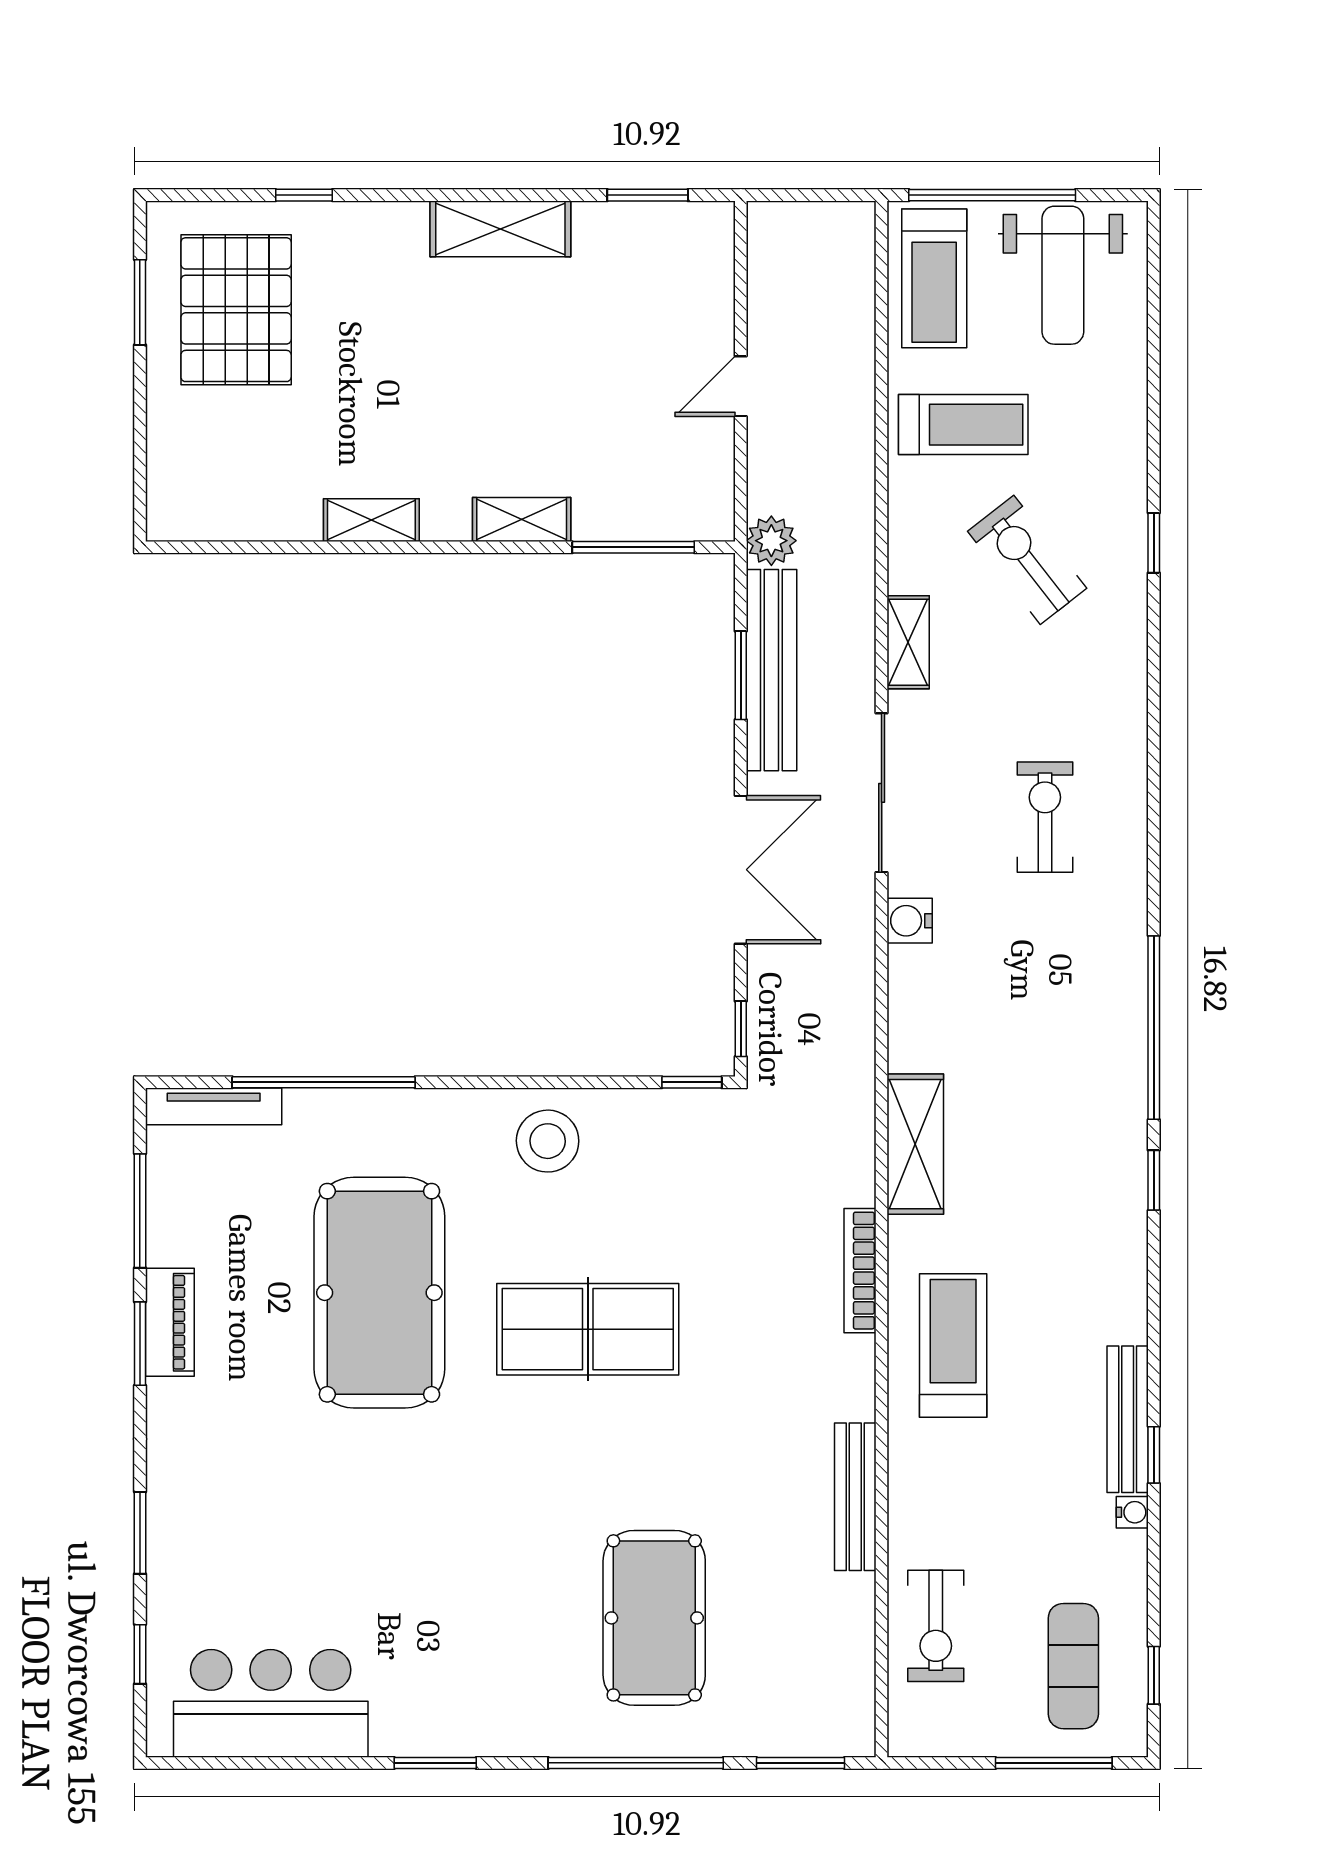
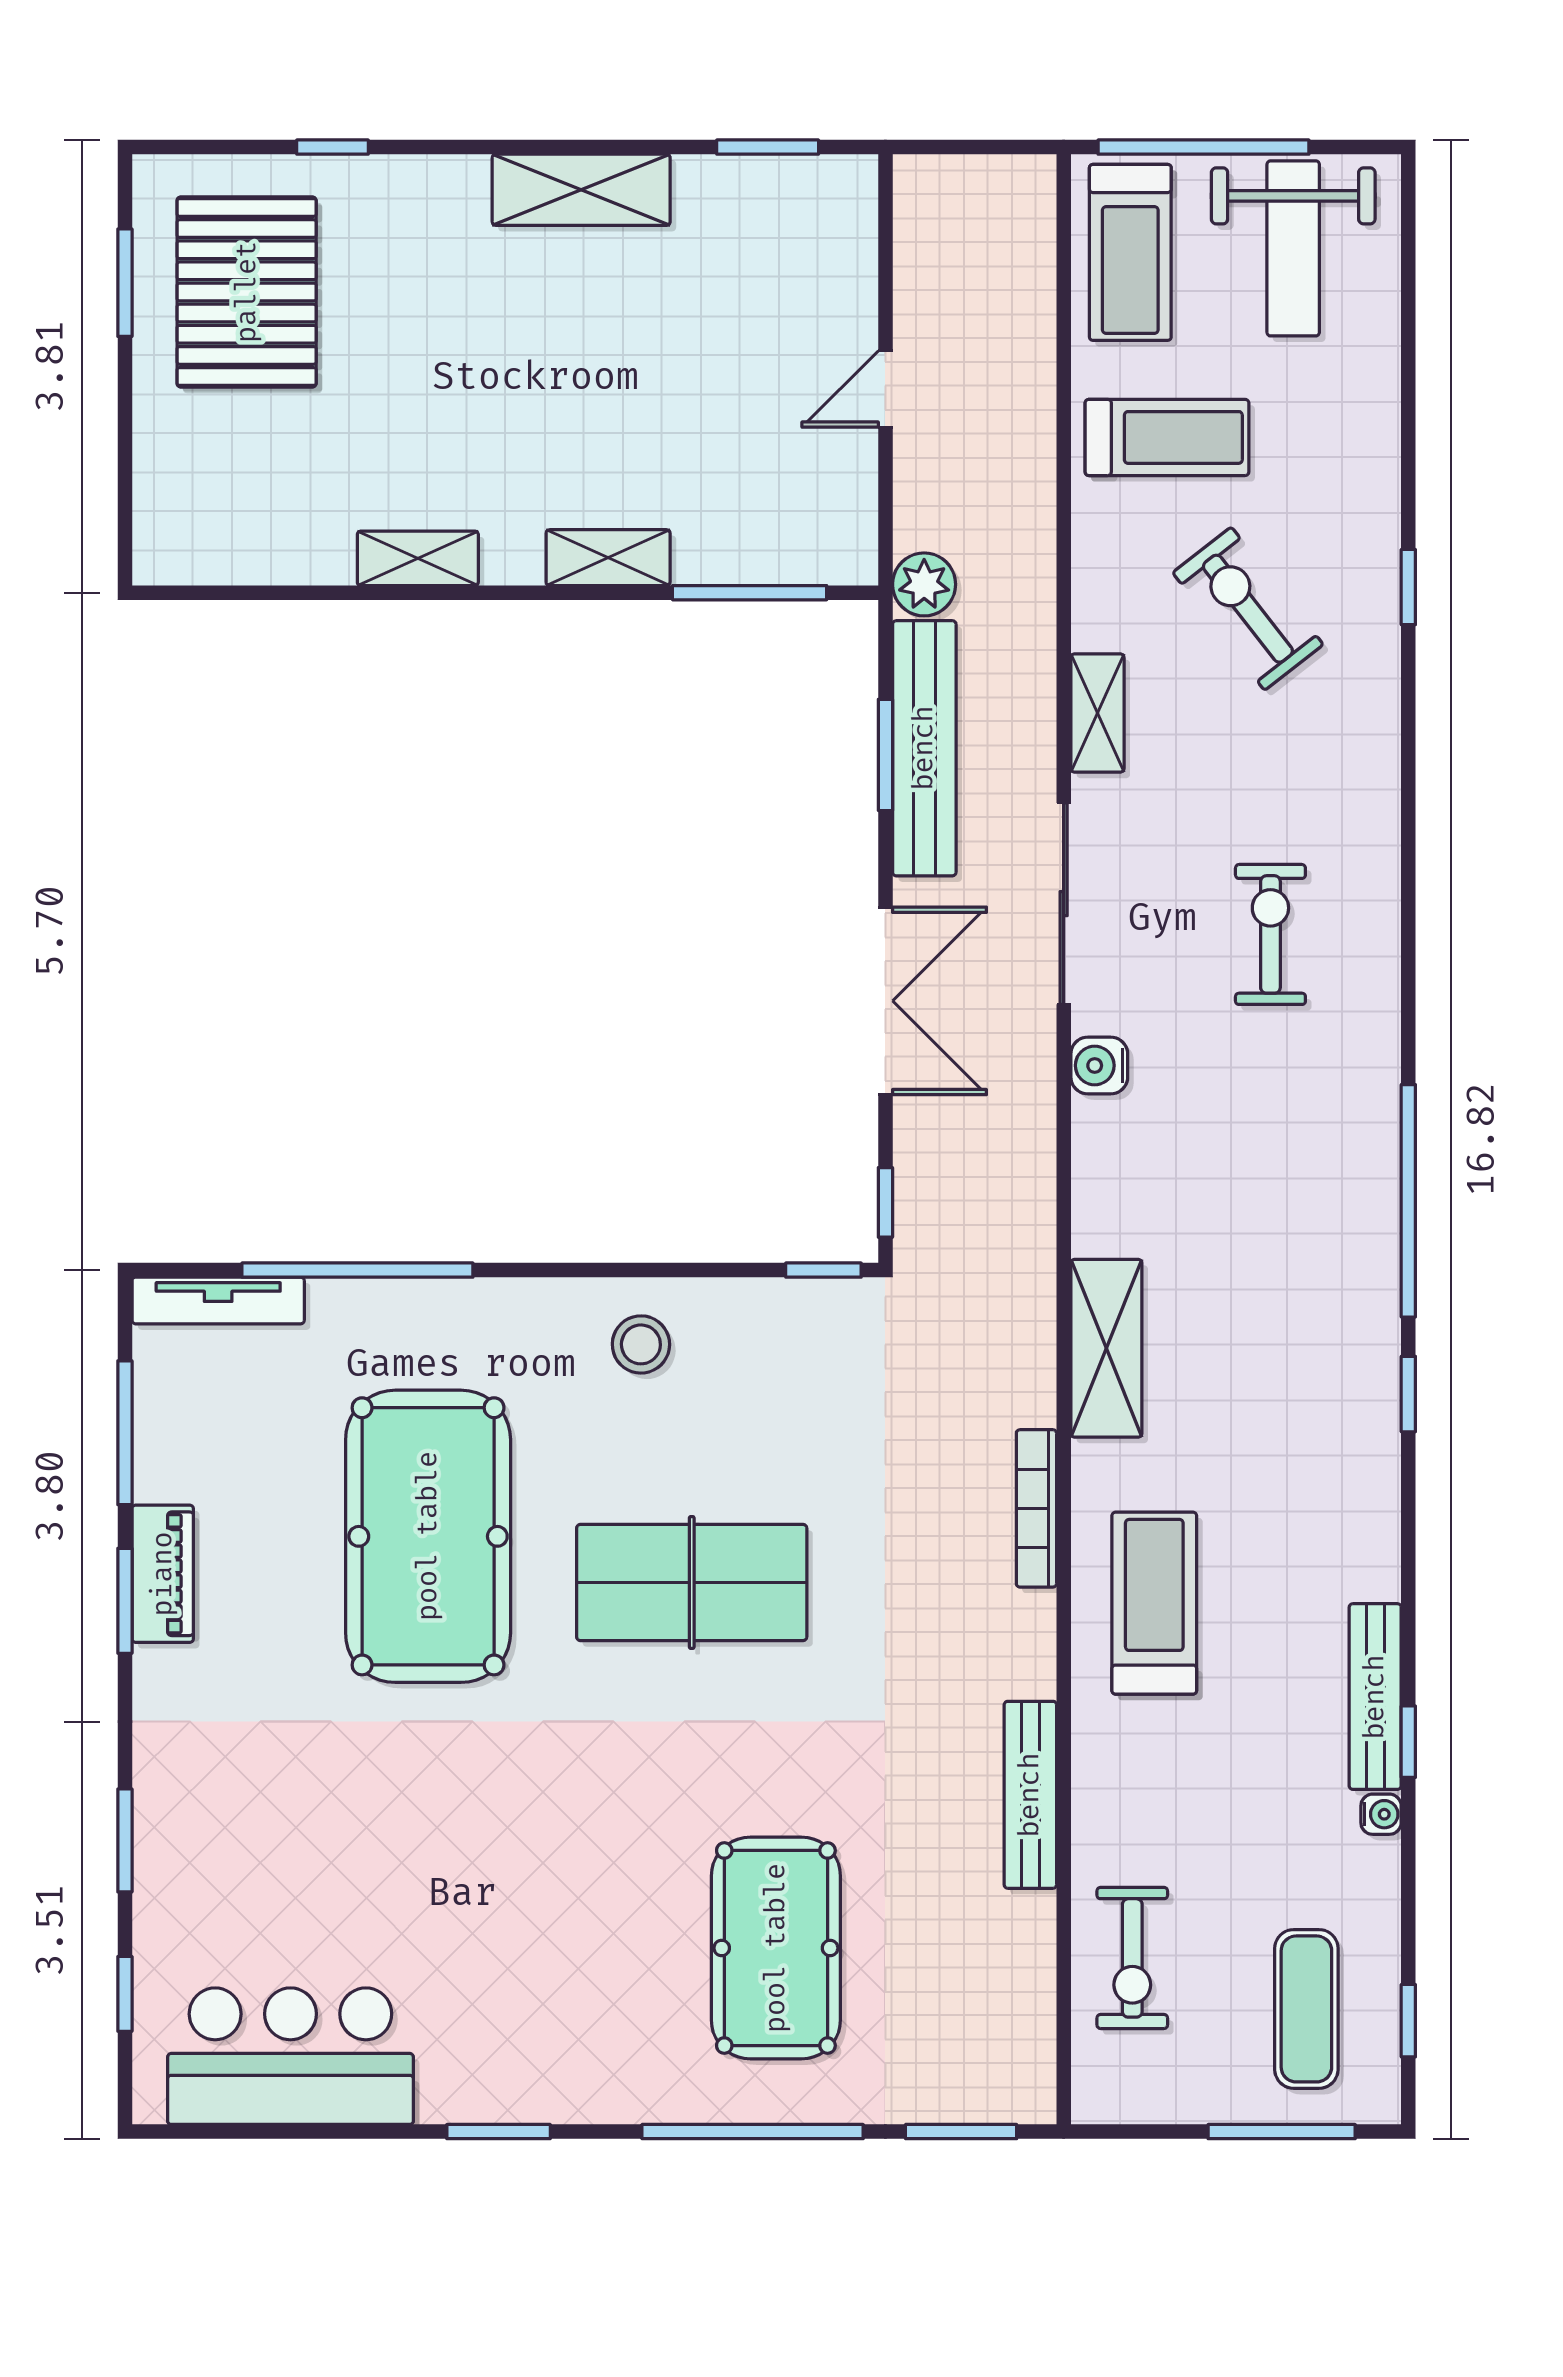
stool: (548, 1141) -> (641, 1344), width x0.73, depth x0.73

